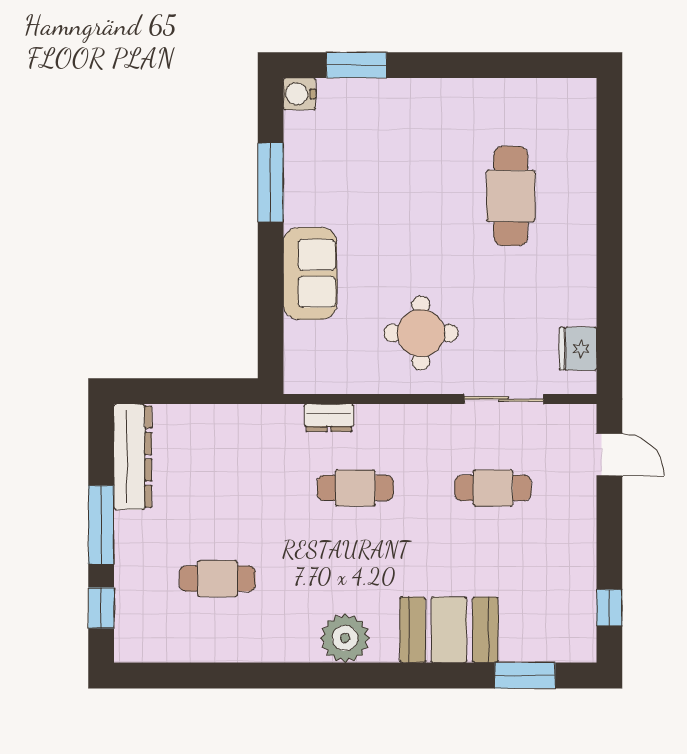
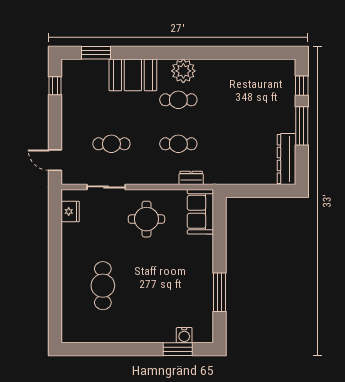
water cooler: (299, 94) -> (184, 335), moved, turned 90
sofa: (310, 273) -> (200, 212), moved
cafe table: (217, 579) -> (178, 100), moved

